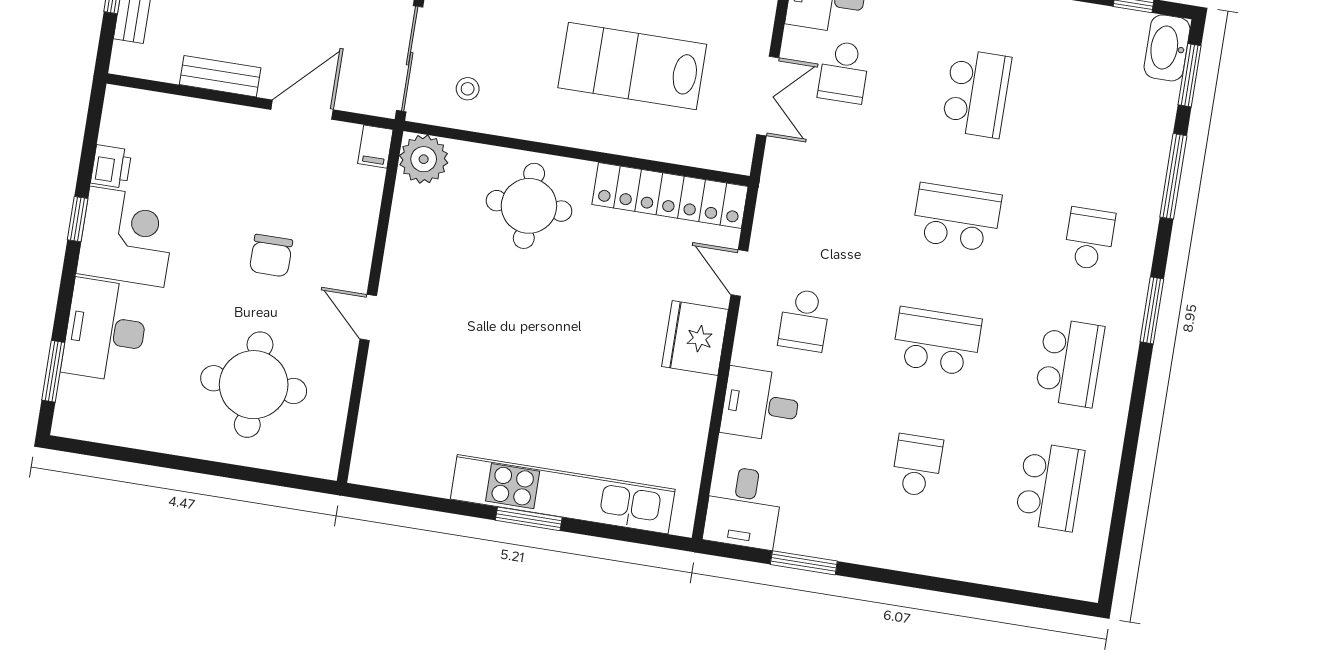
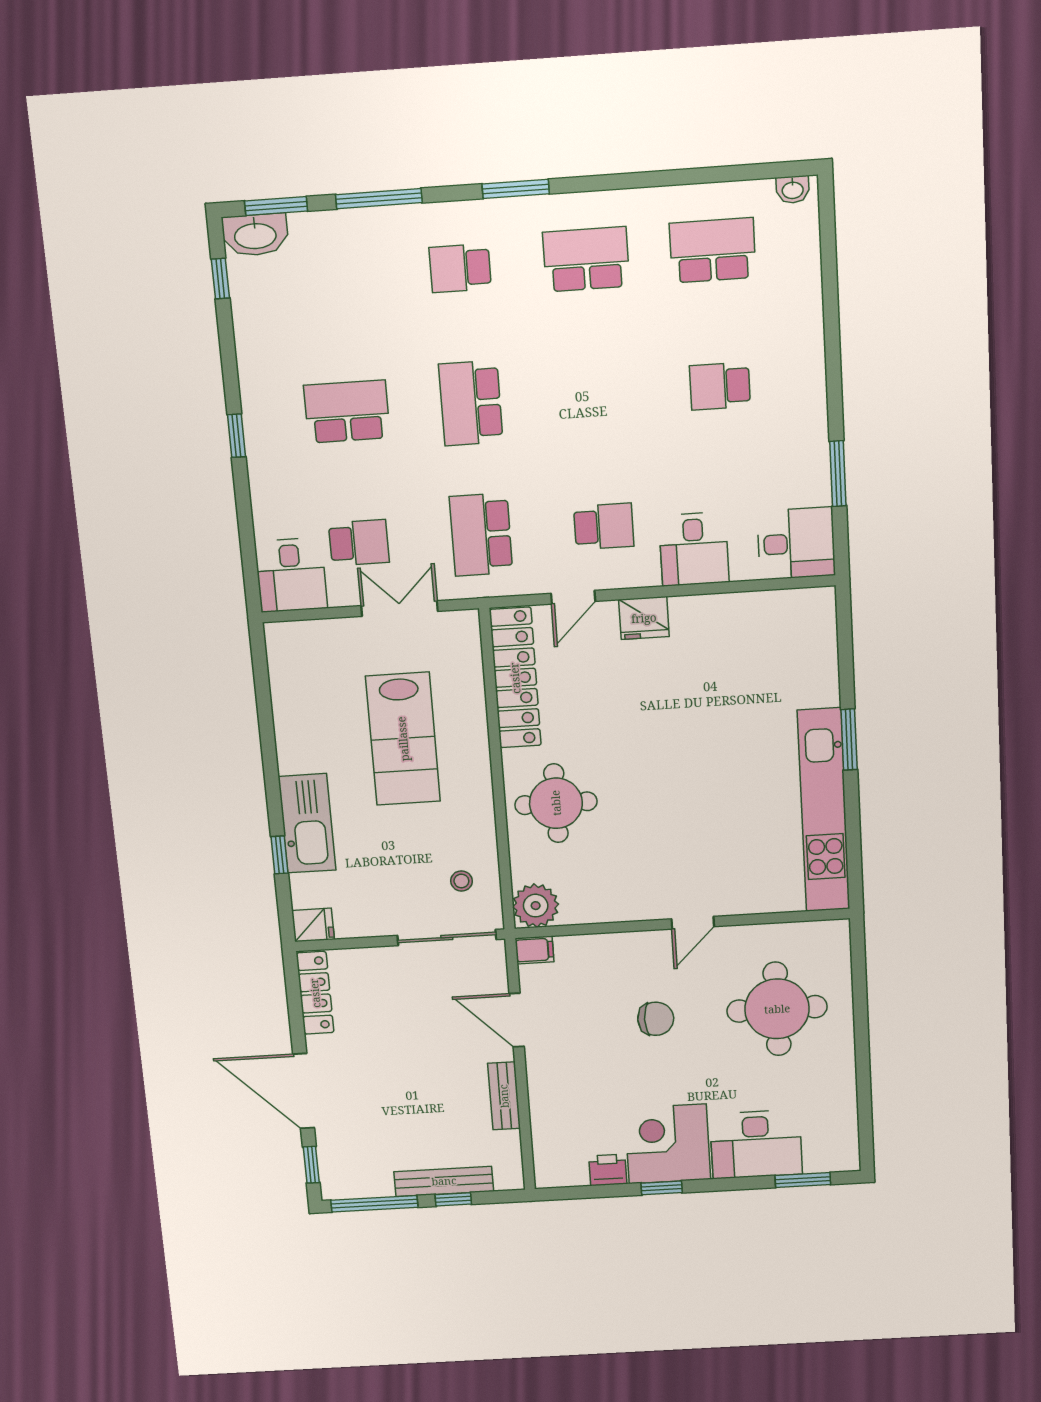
fridge: (695, 338) -> (644, 618), width x0.73, depth x0.75
school desk: (937, 341) -> (481, 535), moved
kitchen unit: (563, 494) -> (824, 810), moved
washbasin: (1089, 576) -> (793, 190), added

